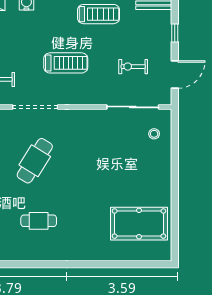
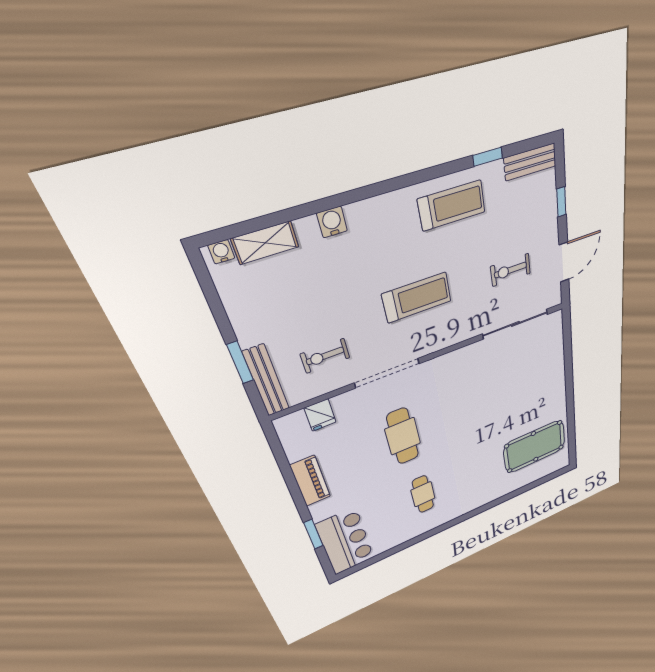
stool: (154, 134) -> (544, 346), removed
cafe table: (35, 161) -> (403, 436), turned -32
cafe table: (39, 221) -> (423, 494), turned 90

